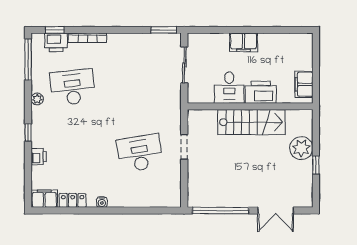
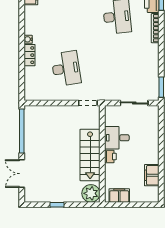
filing cabinet: (243, 42) -> (152, 175), moved
printer: (261, 92) -> (110, 157), width x0.53, depth x0.68
doorway: (184, 147) -> (88, 103), moved
plant: (301, 148) -> (91, 193), moved
locker: (73, 200) -> (30, 55), moved

